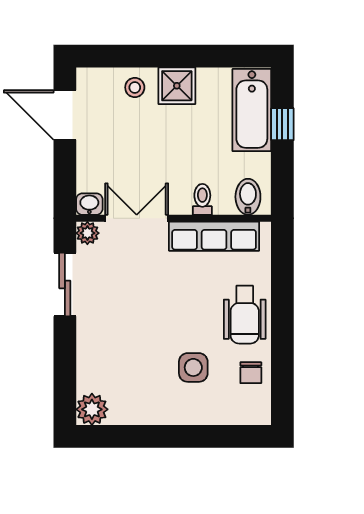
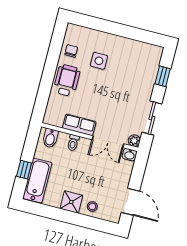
row of seats: (214, 236) -> (79, 125), width x0.68
window: (65, 369) -> (163, 76), added
plant: (92, 409) -> (154, 53), removed

